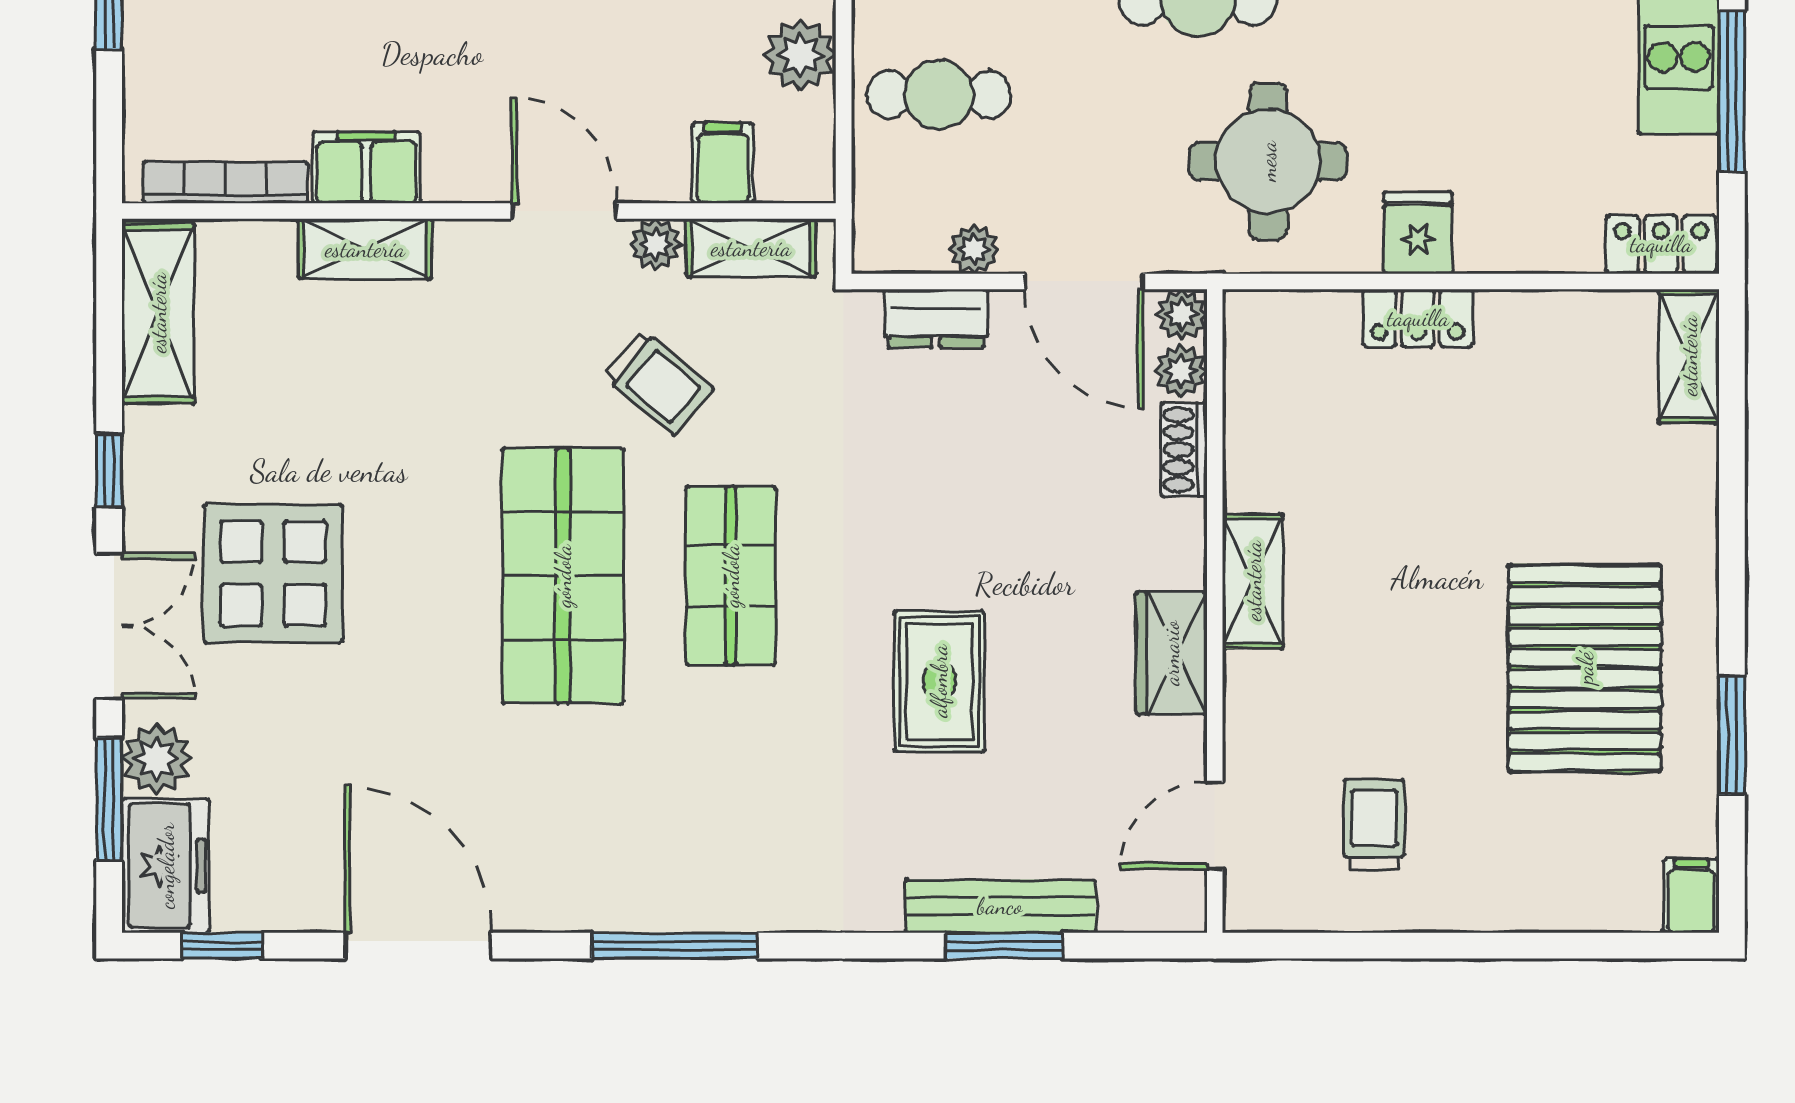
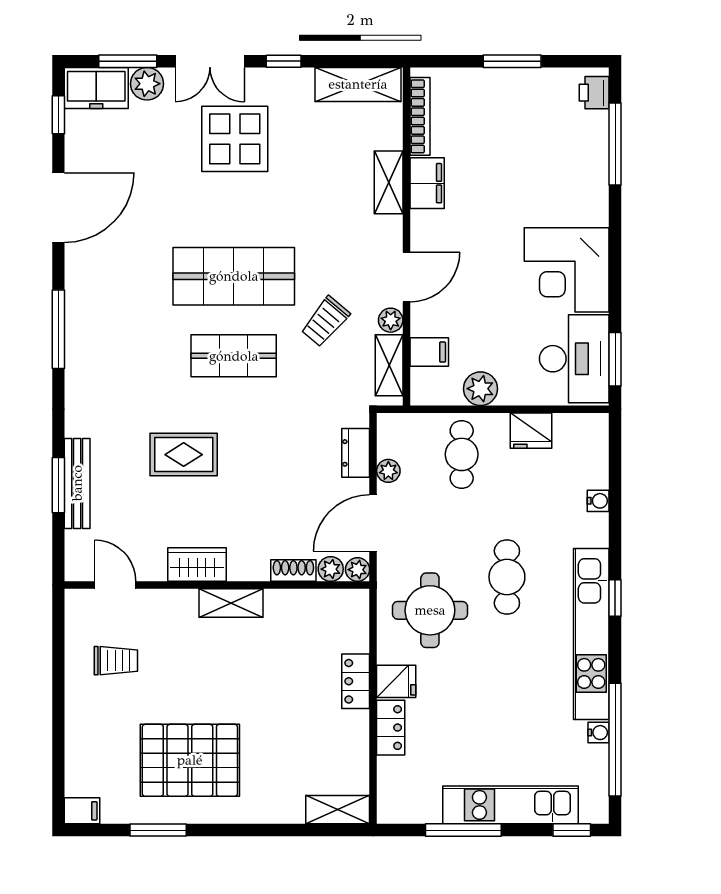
locker: (1661, 244) -> (391, 728), moved

